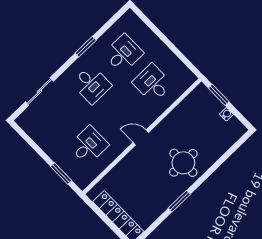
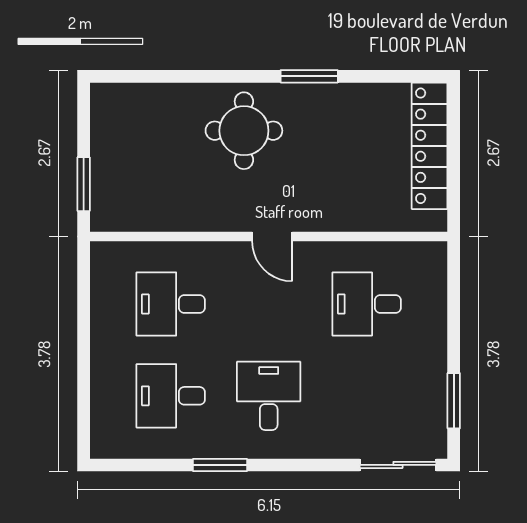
desk: (152, 83) -> (171, 304), turned 90
sliding door: (39, 91) -> (398, 465), moved
water cooler: (226, 114) -> (101, 141), removed
window: (61, 174) -> (454, 401), moved

